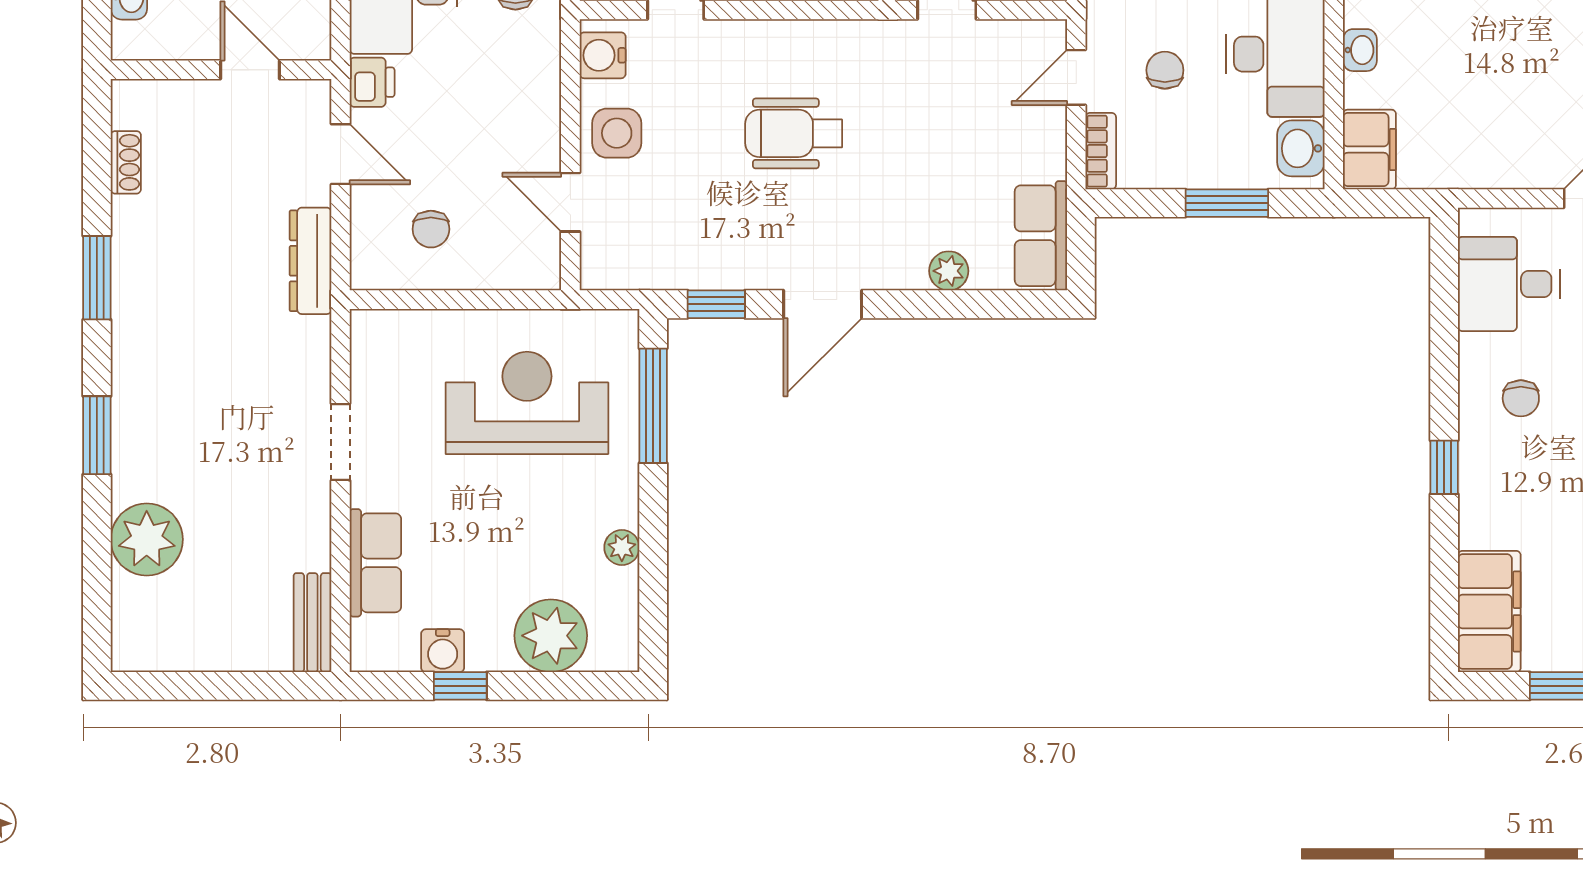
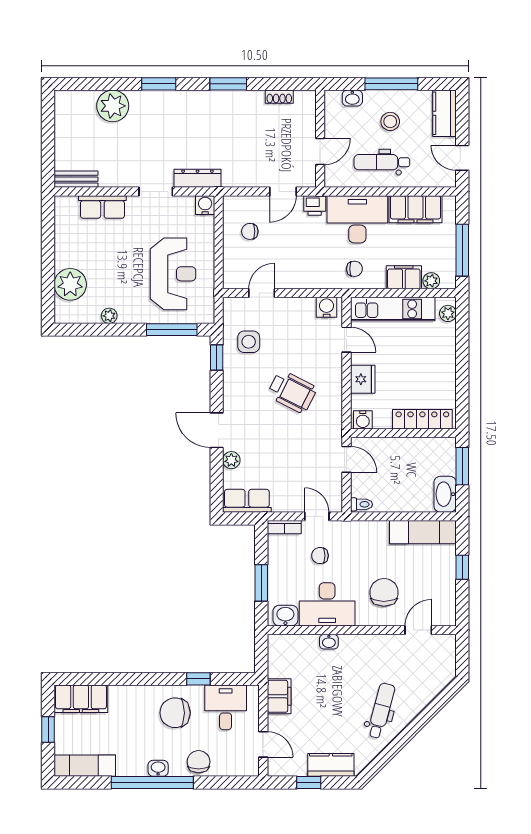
chair: (1165, 70) -> (320, 556), turned 180
side table: (617, 133) -> (249, 342), moved
wheelchair: (794, 133) -> (292, 392), turned 117
filing cabinet: (1369, 150) -> (279, 696), moved, turned -90
dresser: (311, 261) -> (197, 178), moved
door: (823, 304) -> (217, 430), moved
chair: (1521, 398) -> (175, 713), width x1.87, depth x1.87
window: (1444, 467) -> (198, 679), moved
water cooler: (443, 651) -> (205, 205), moved, turned 90
window: (460, 686) -> (48, 244), removed

